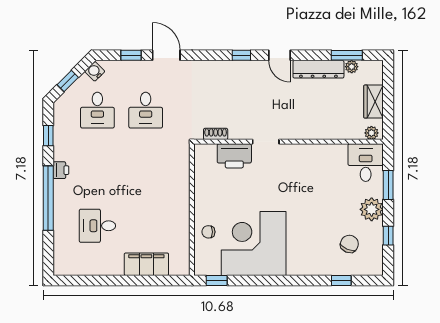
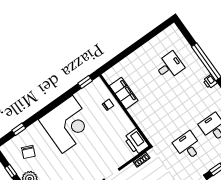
printer: (234, 156) -> (136, 142), moved, turned -90
corner desk: (254, 244) -> (67, 124), moved
filing cabinet: (146, 264) -> (124, 93), moved, turned -90

